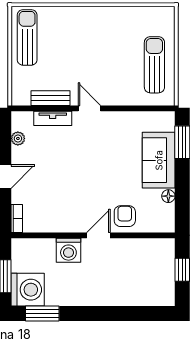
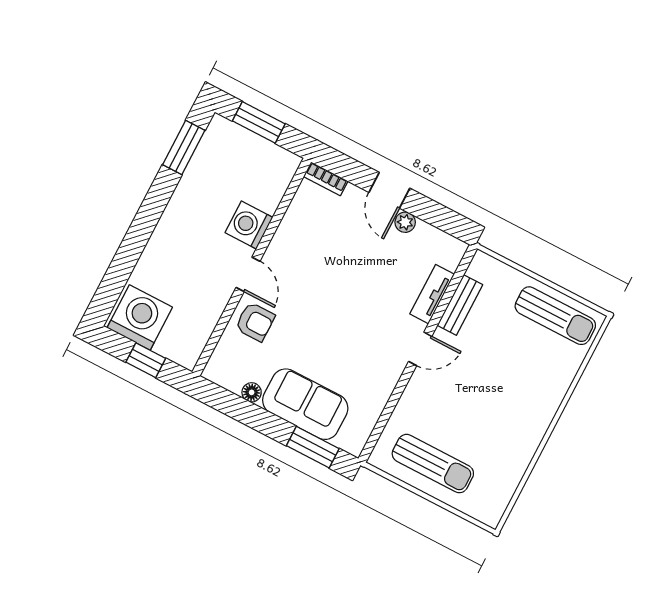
plant: (18, 138) -> (405, 222), moved
washing machine: (28, 290) -> (140, 318), moved, turned 180

